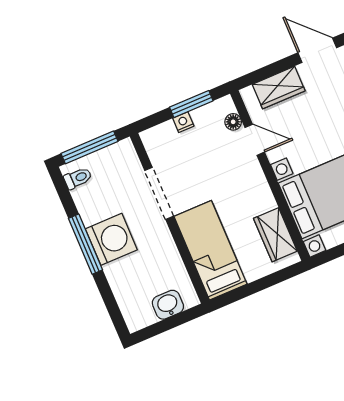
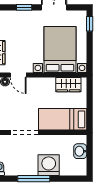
door: (255, 140) -> (18, 75), swing flipped
washing machine: (111, 239) -> (49, 165), moved

